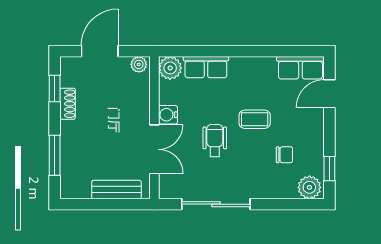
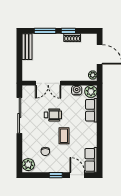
window: (55, 88) -> (68, 31), moved
water cooler: (168, 115) -> (77, 90), moved
window: (329, 169) -> (56, 175), moved
bench: (116, 190) -> (27, 47), moved

